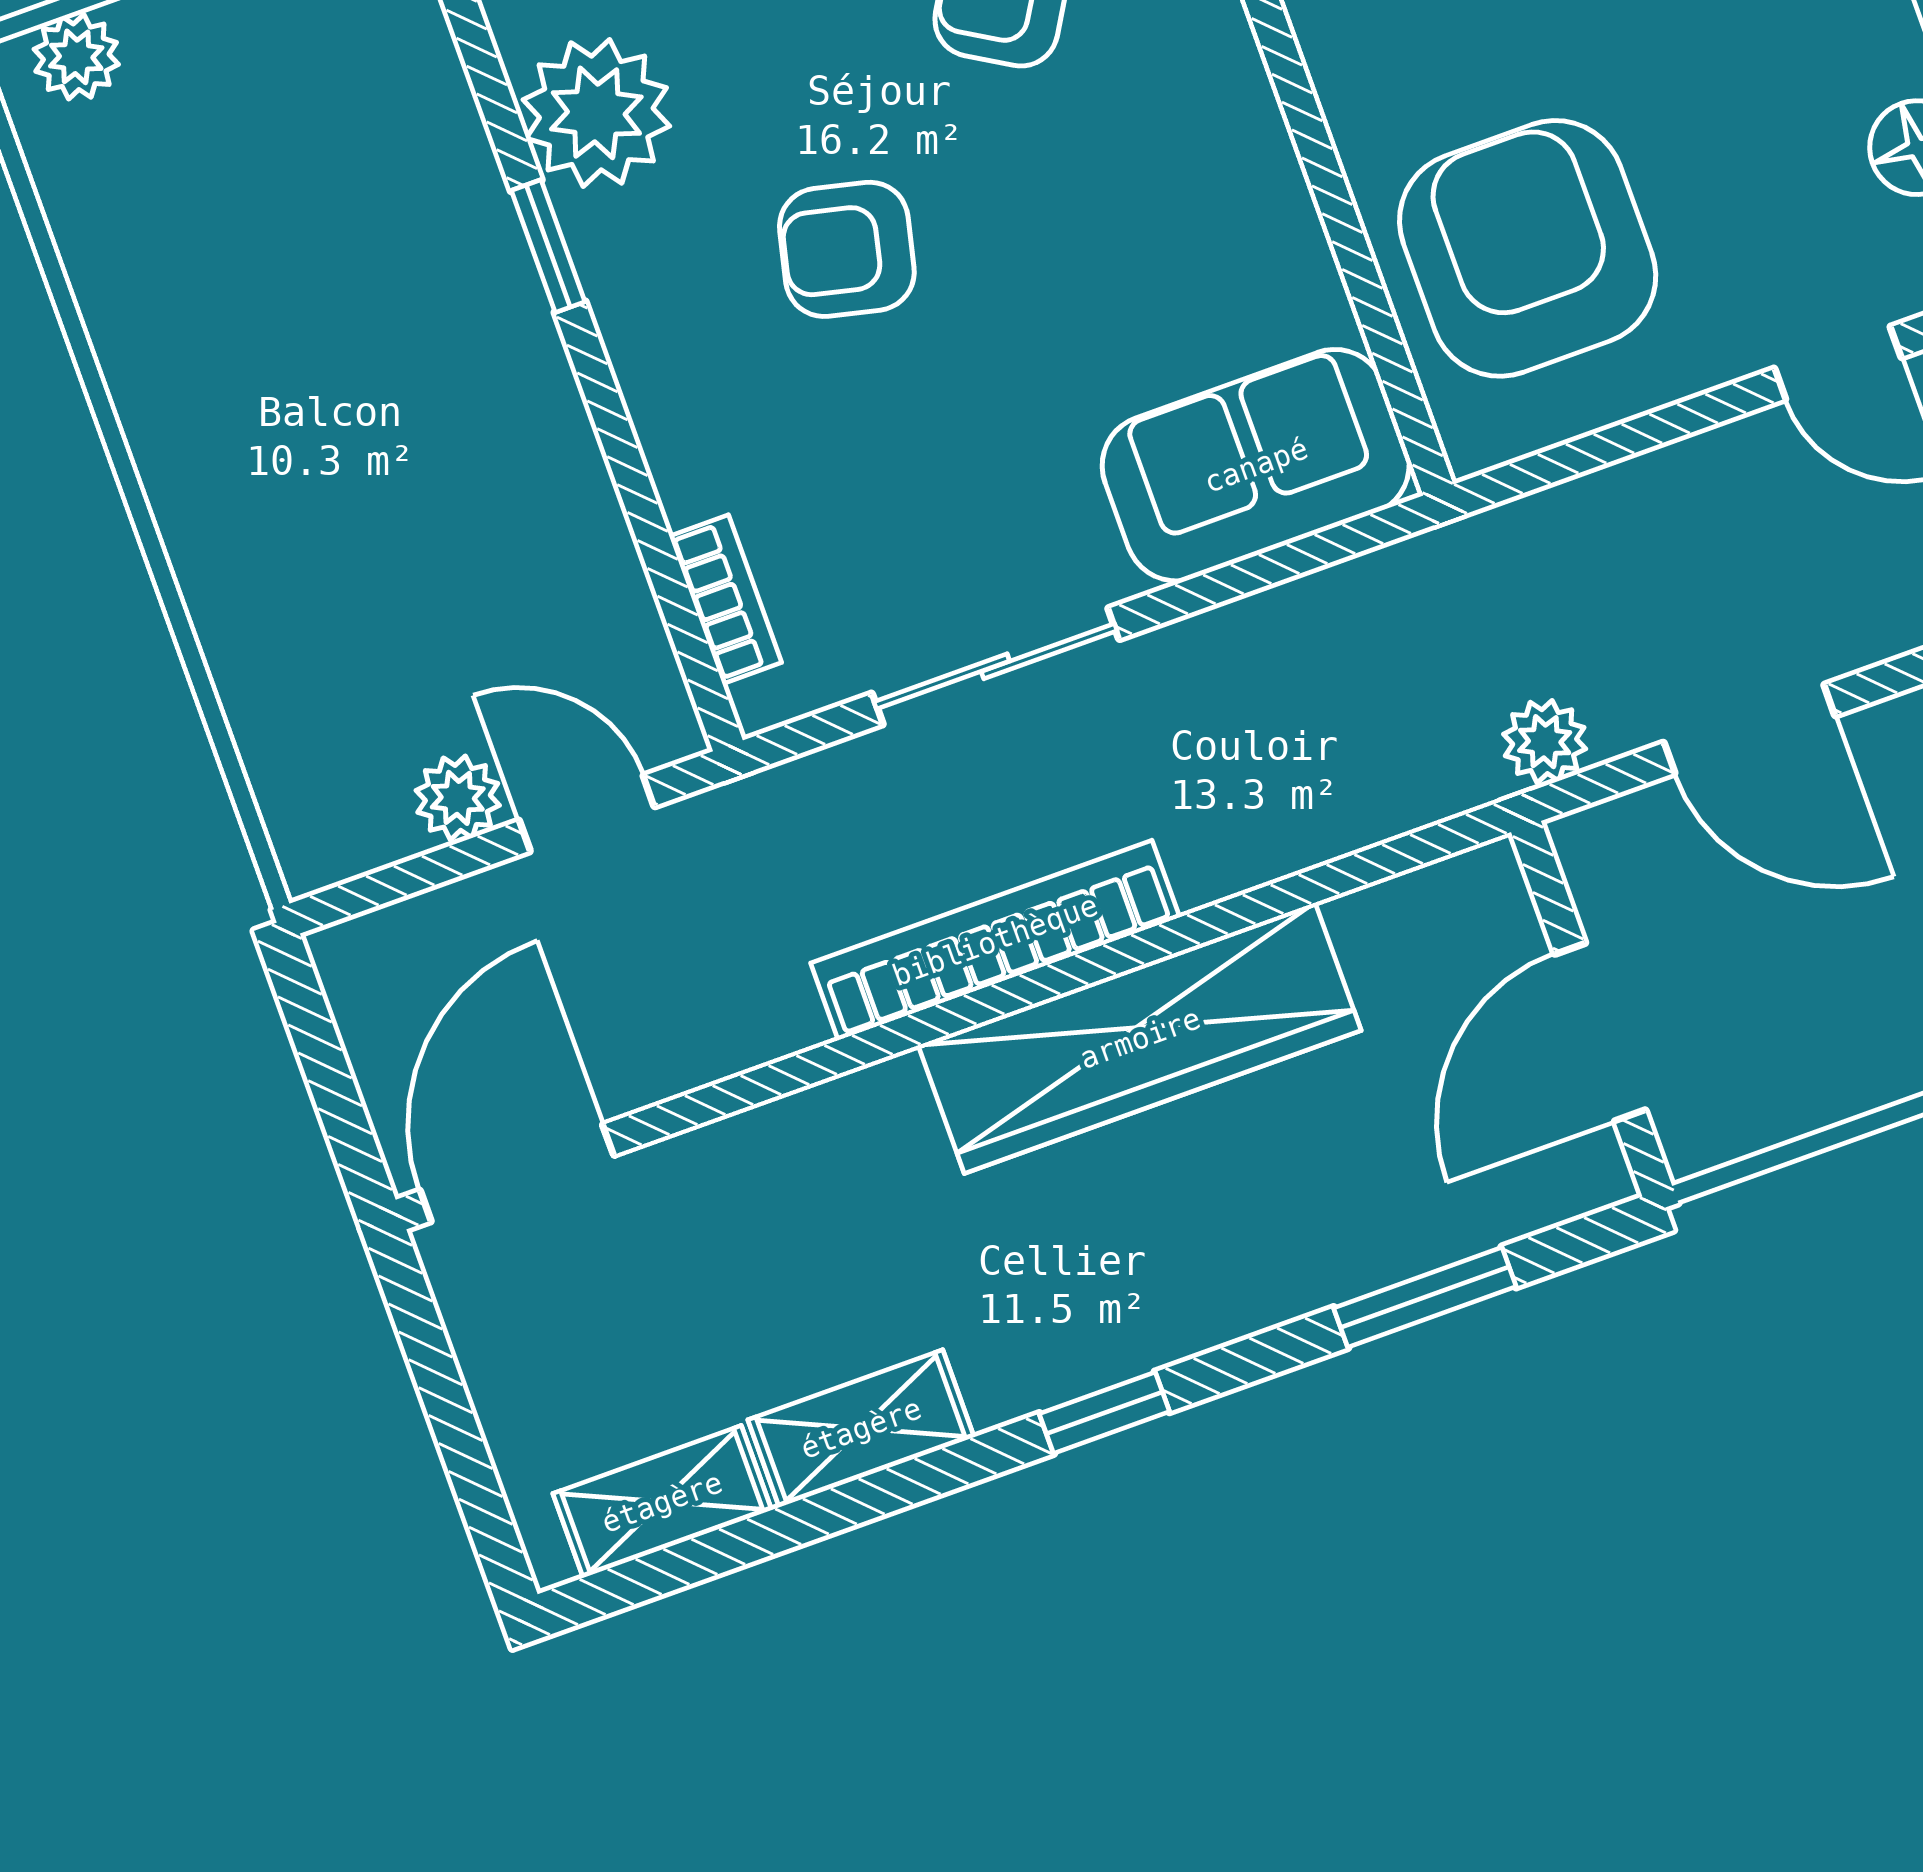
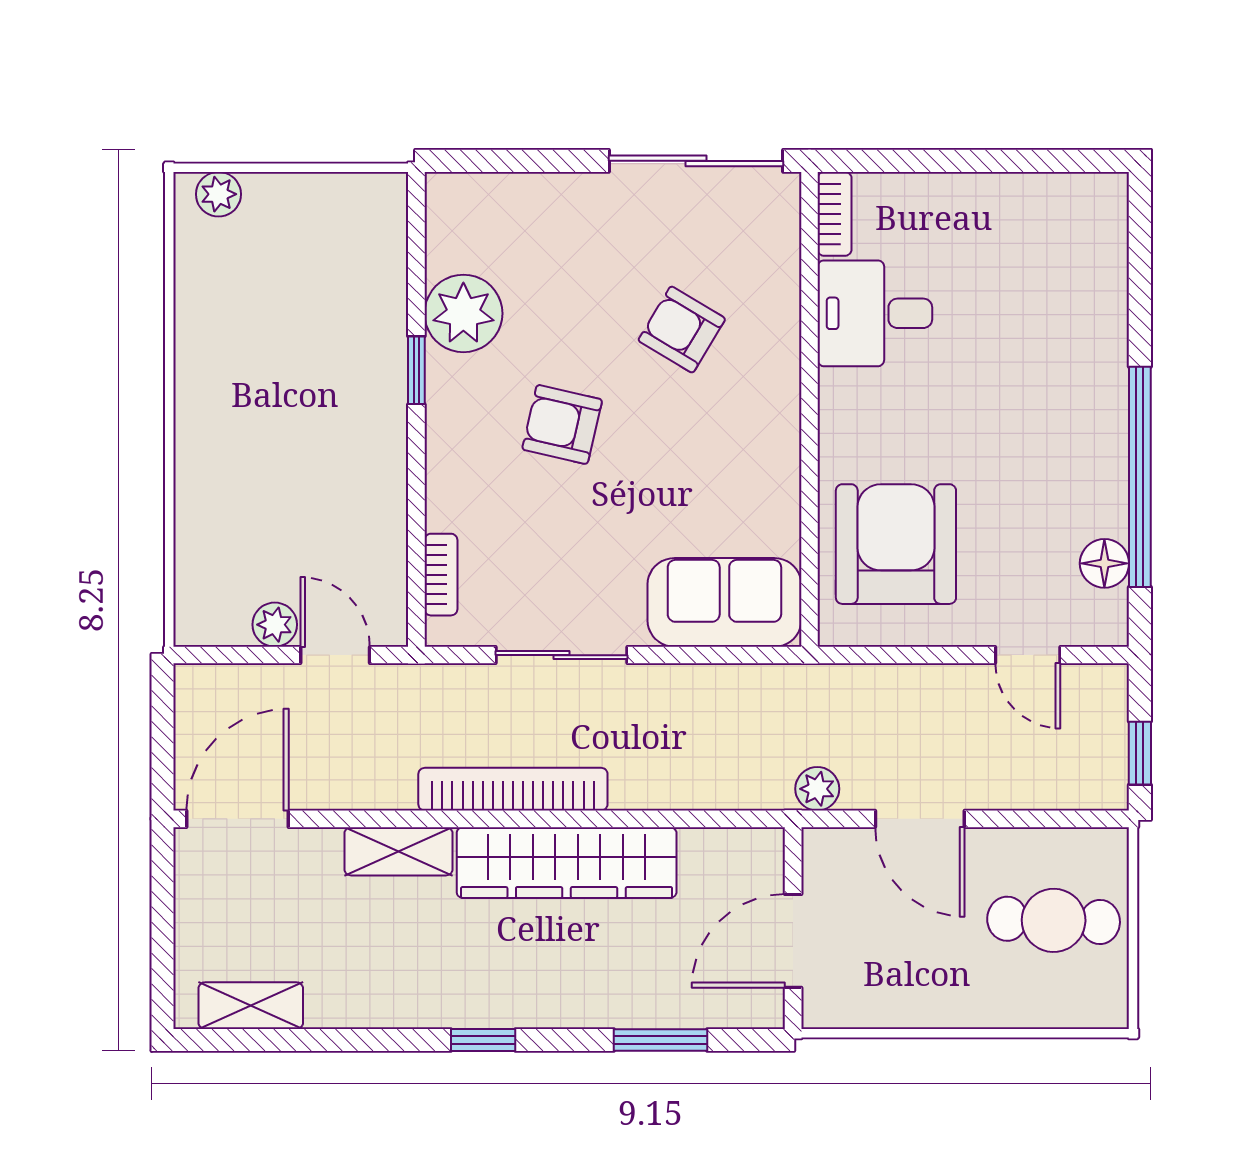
shelving: (861, 1428) -> (398, 851), moved

